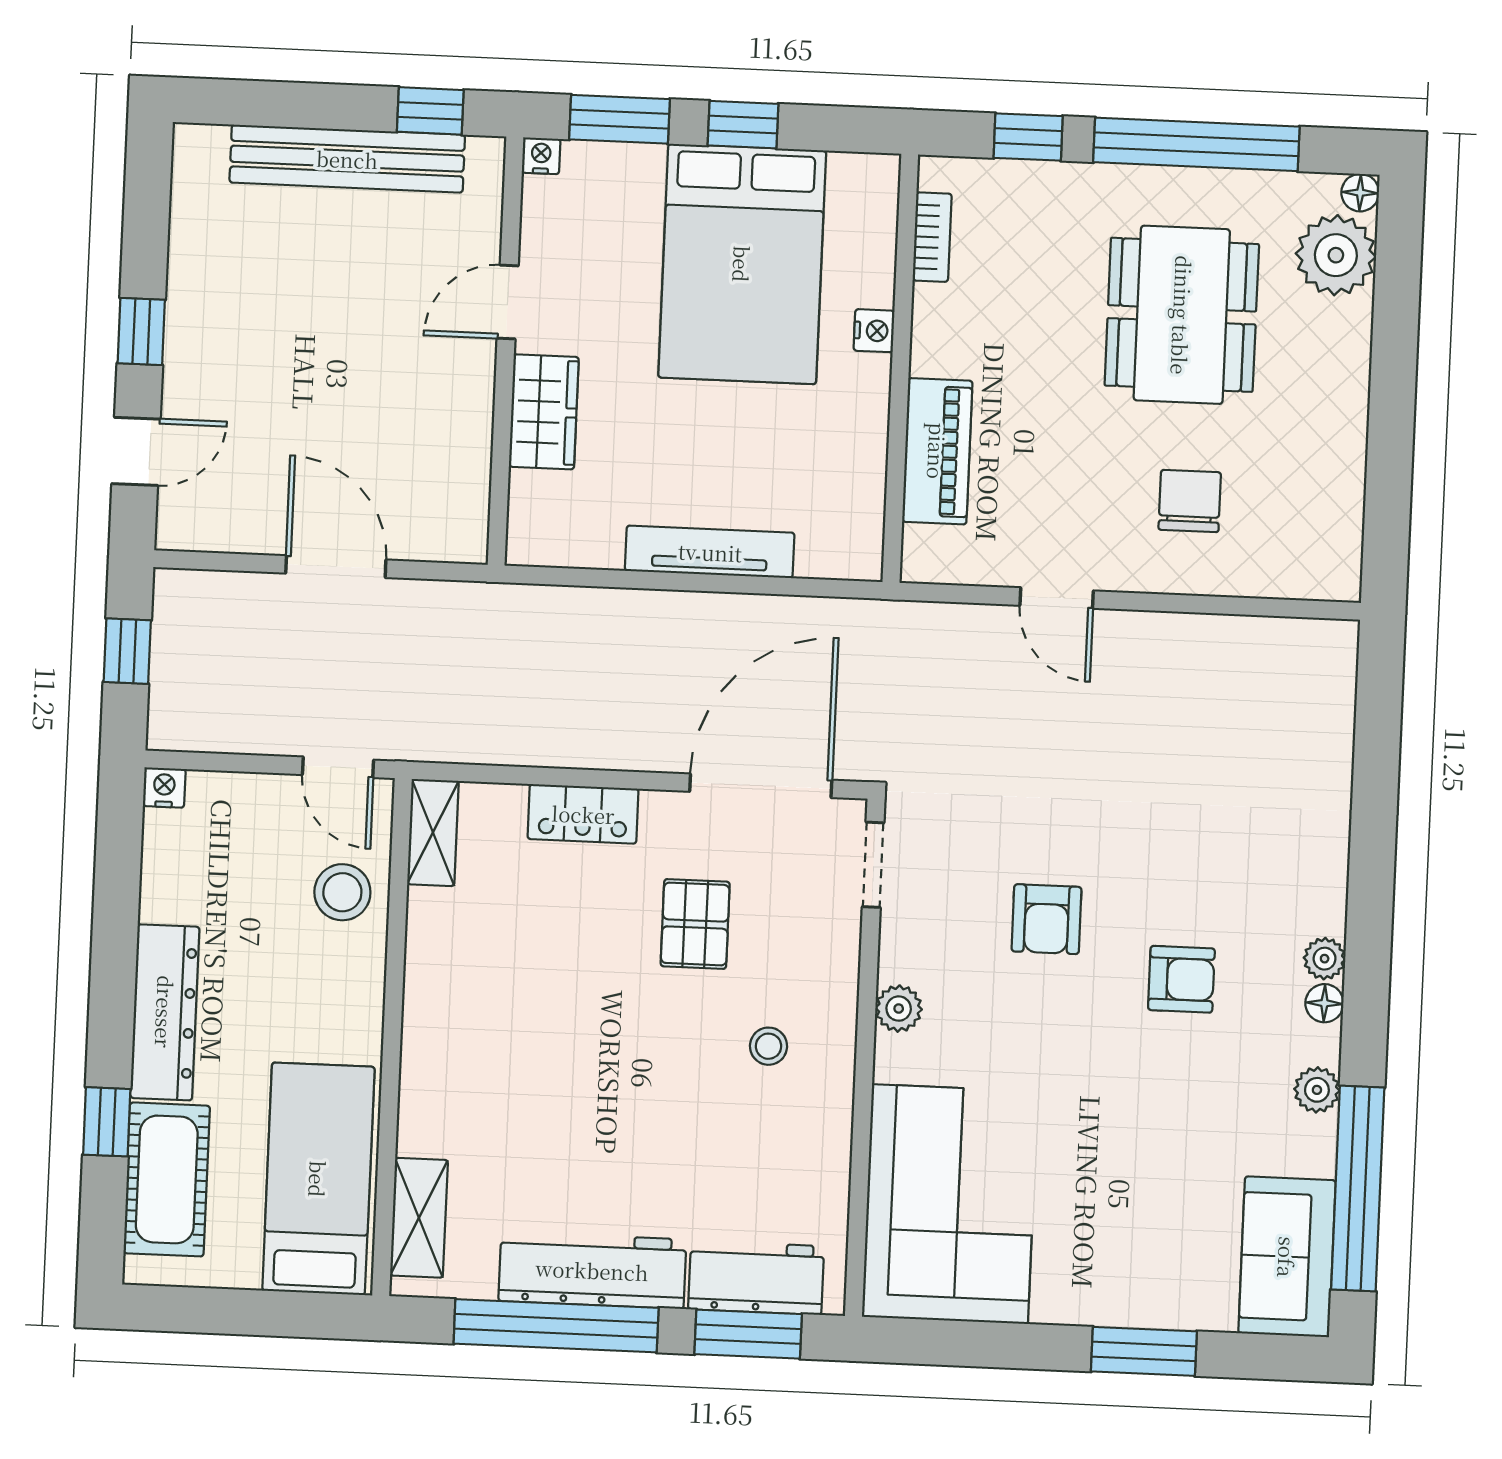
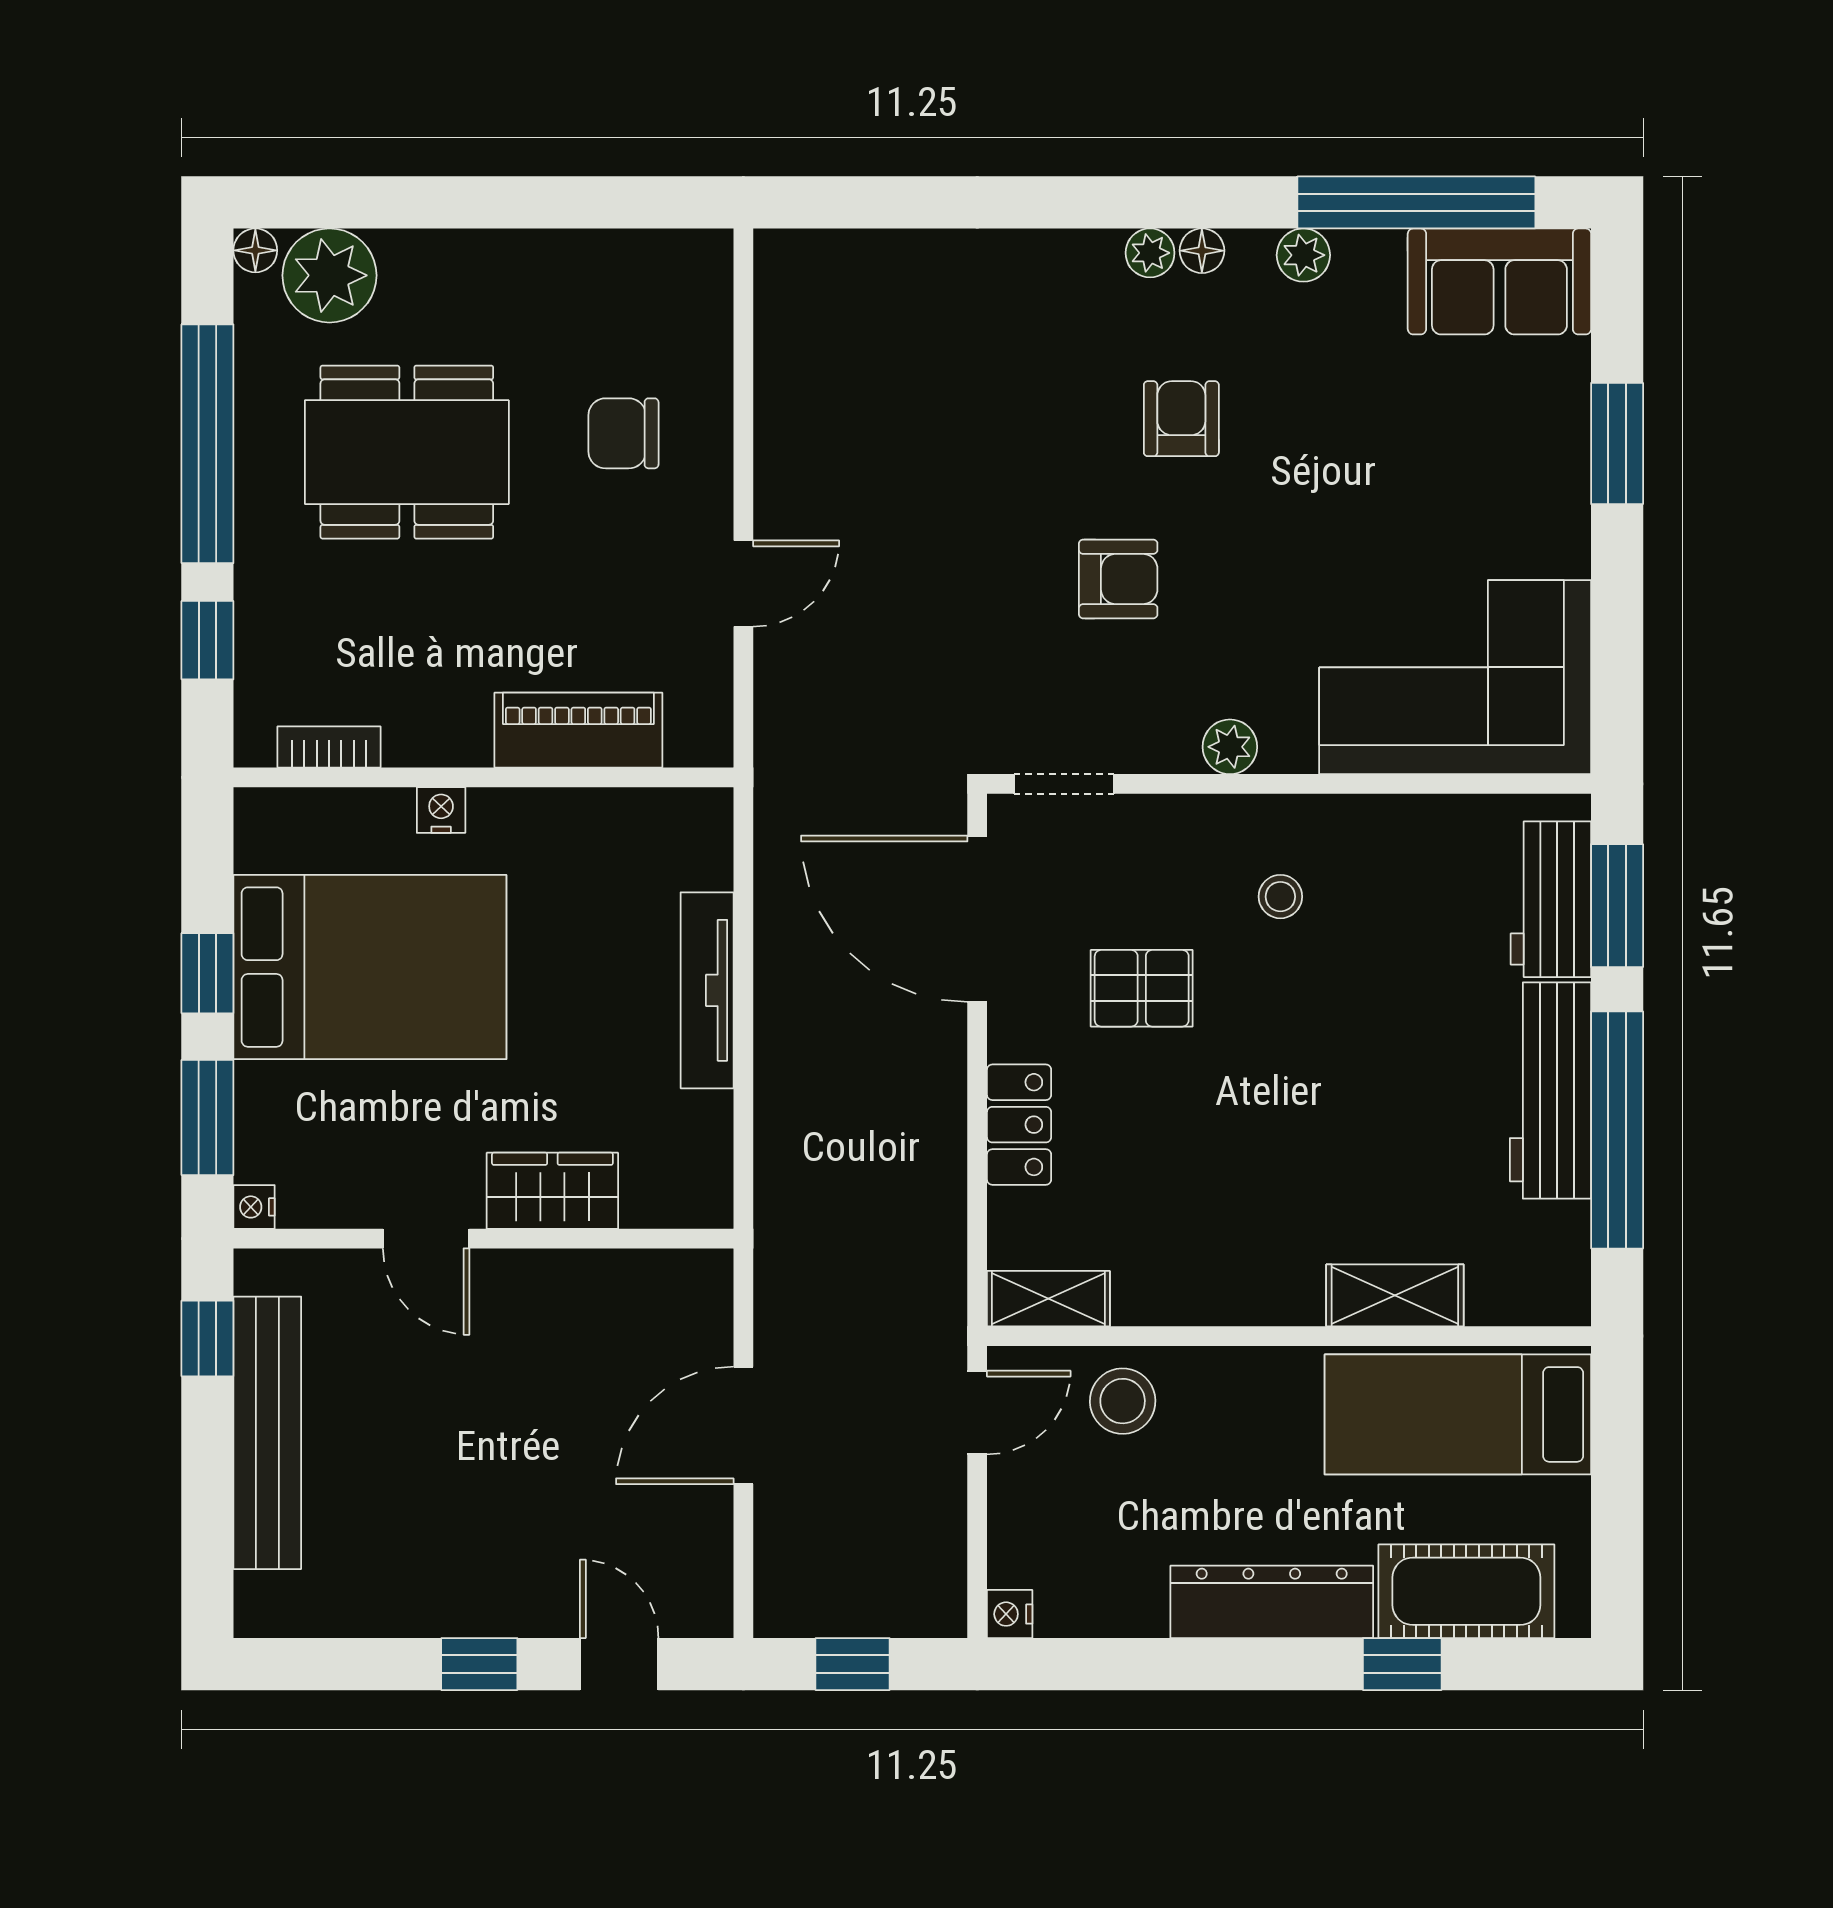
shelving: (419, 1218) -> (1395, 1295), moved

